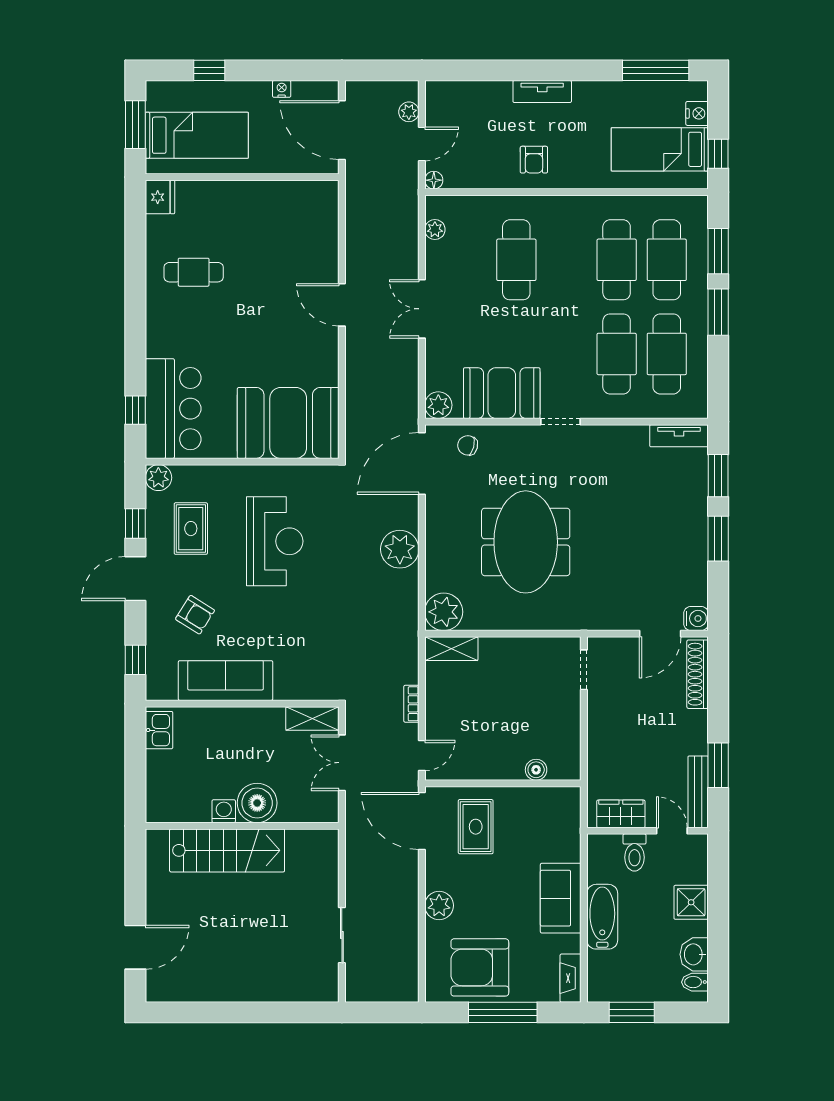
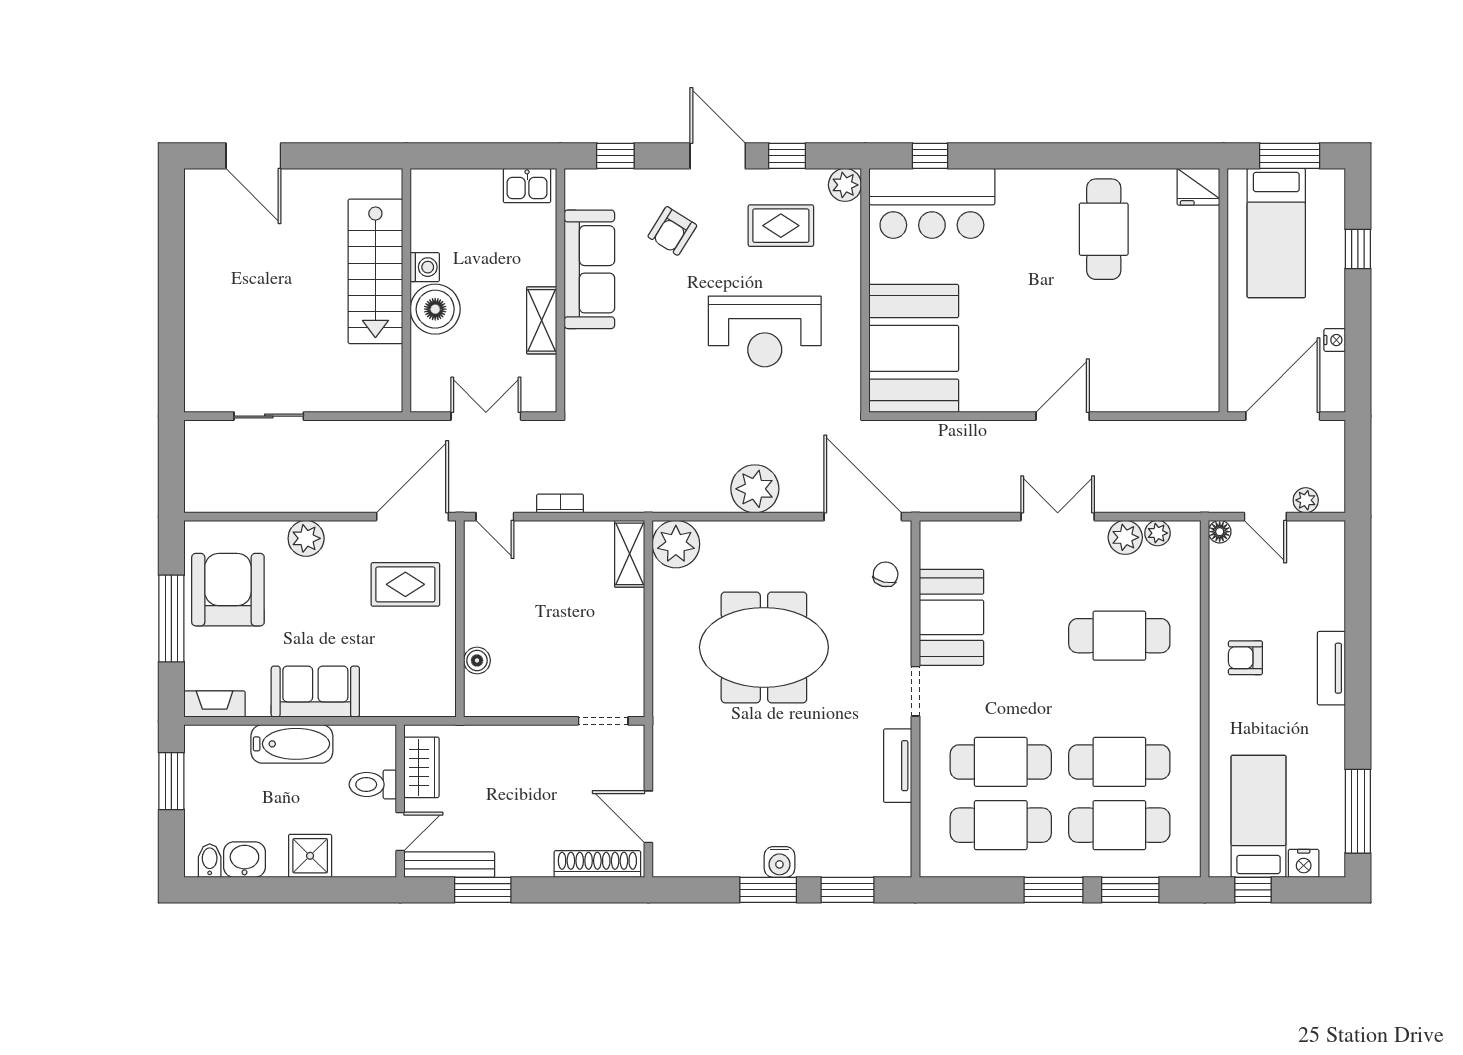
cafe table: (194, 272) -> (1104, 229), width x1.37, depth x1.35
plant: (438, 405) -> (1125, 537), moved
tv unit: (679, 436) -> (898, 766), moved
water cooler: (696, 618) -> (779, 862), moved
shelving: (312, 718) -> (542, 320), moved

